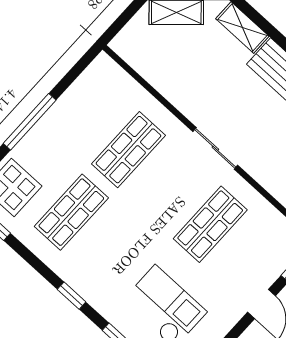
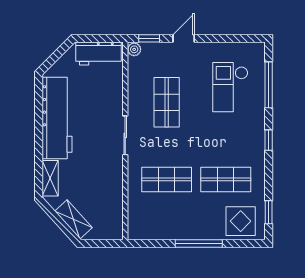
shop shelf: (210, 224) -> (167, 102), turned 90

